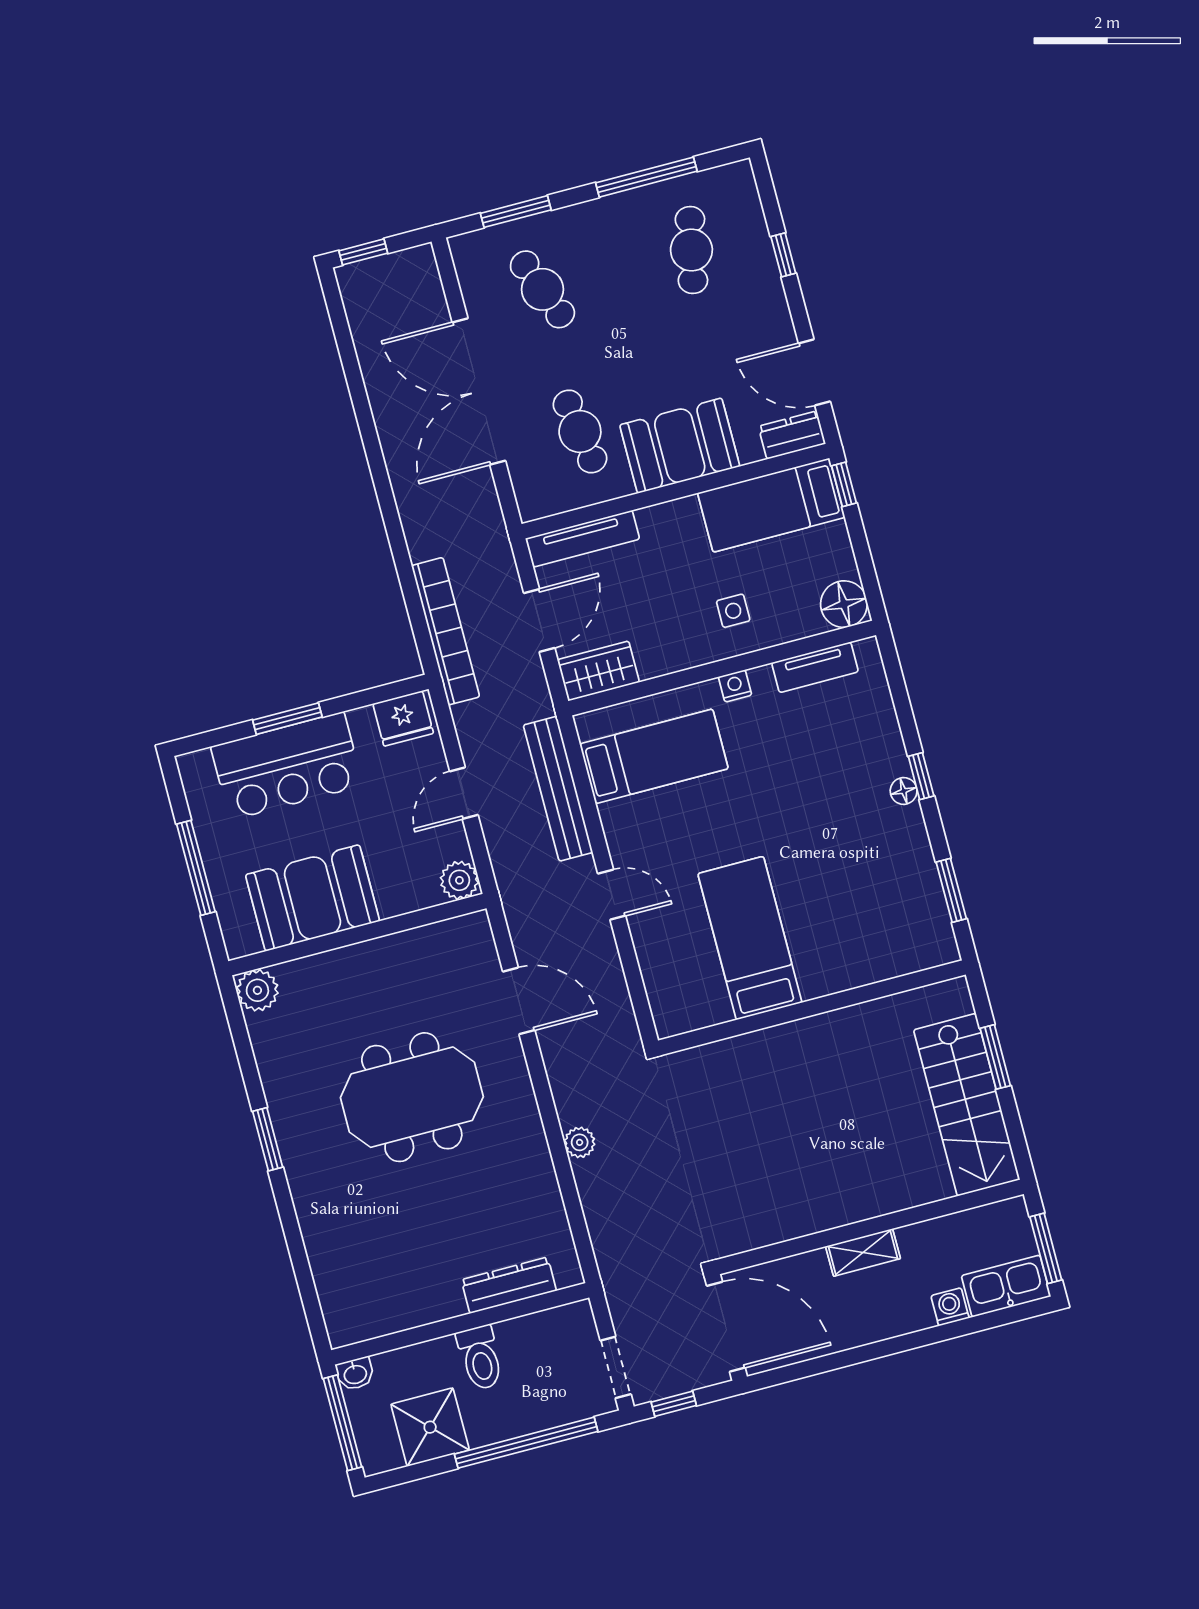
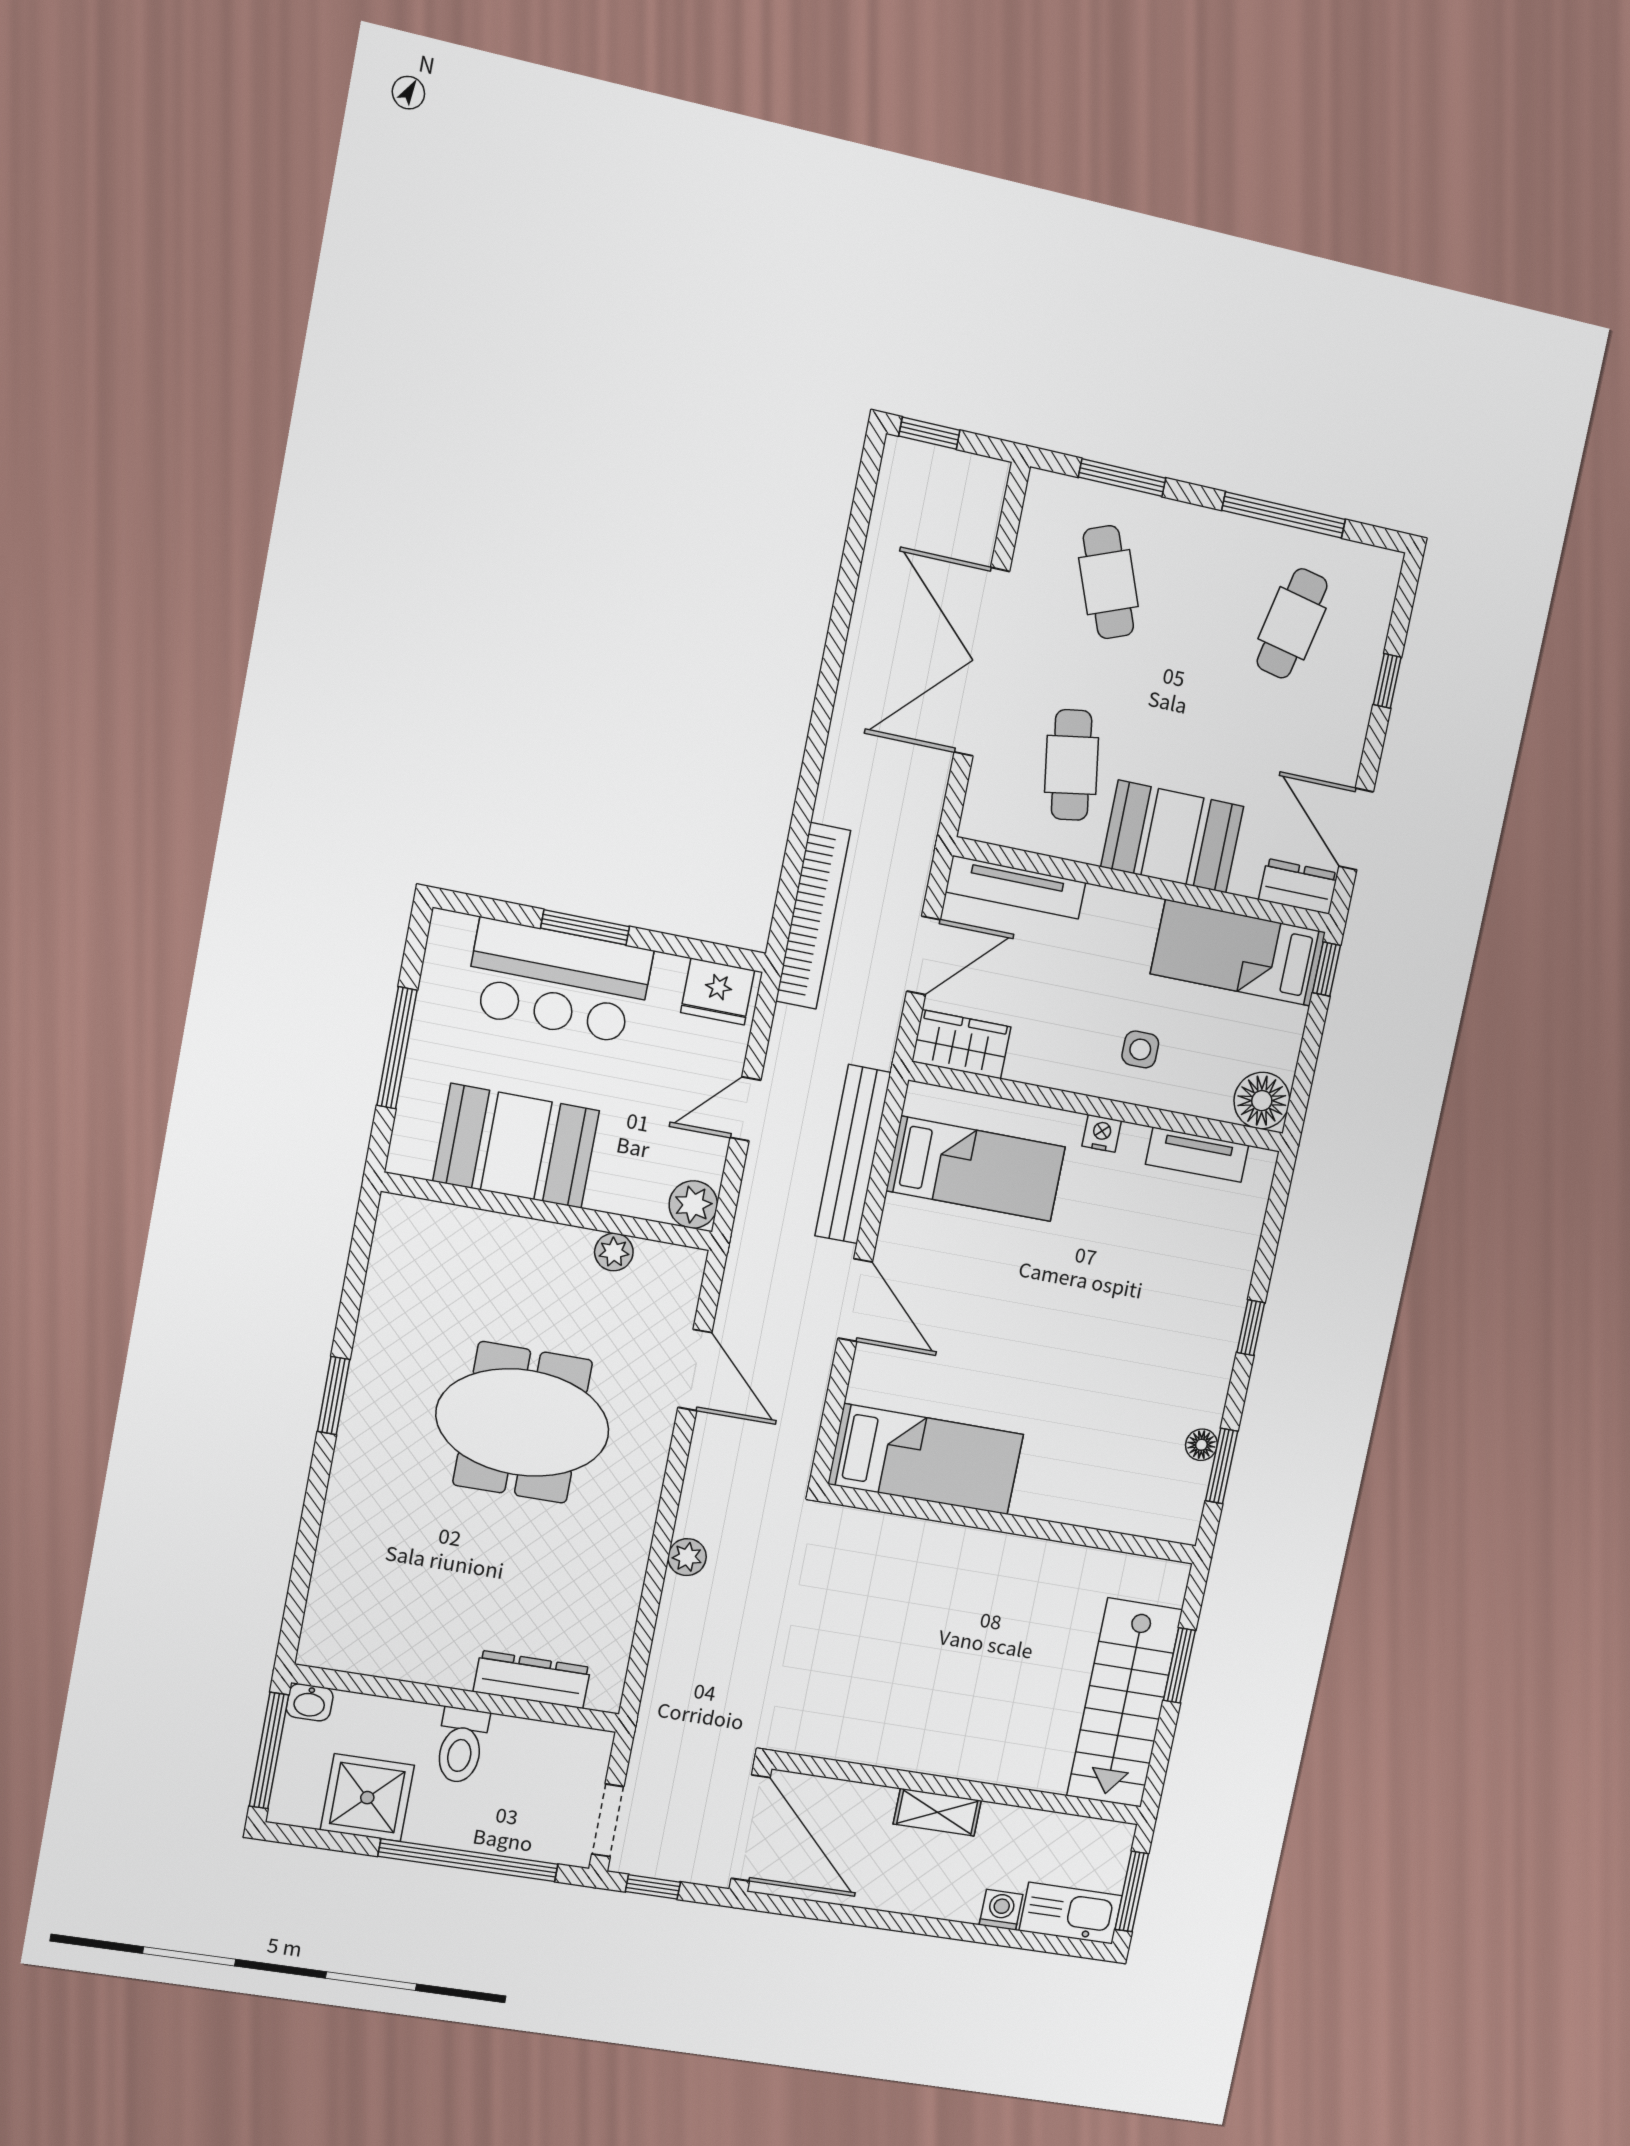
floor lamp: (904, 791) -> (1201, 1445), moved
door: (612, 895) -> (855, 1300), width x1.38
bed: (750, 938) -> (926, 1459), moved, turned 90
plant: (257, 990) -> (614, 1252), moved, width x0.73, depth x0.73

